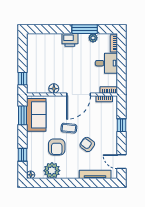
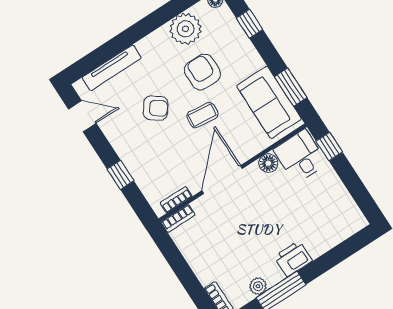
desk: (106, 63) -> (300, 156), moved, turned 90

